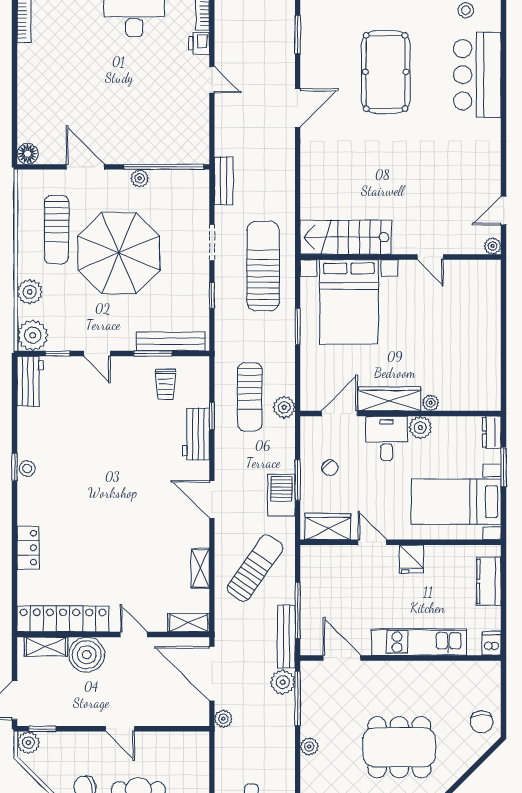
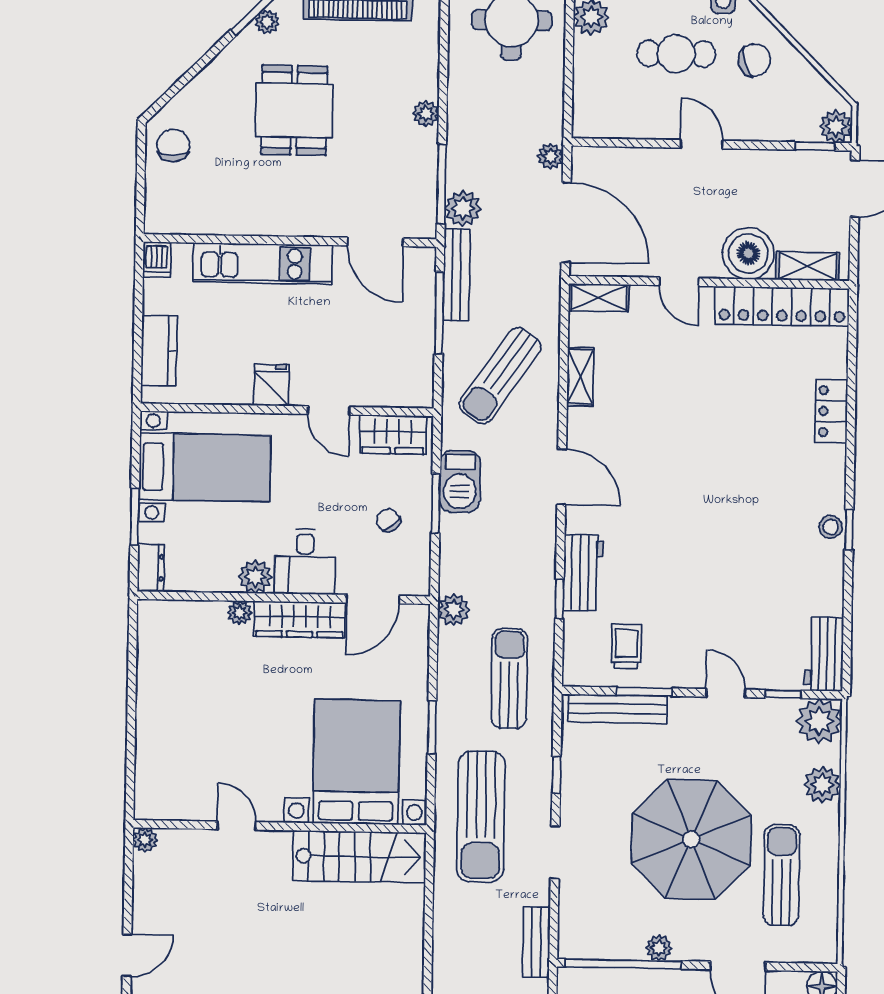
door: (504, 211) -> (127, 955), moved
sun lounger: (250, 397) -> (509, 678), moved
dining table: (399, 747) -> (294, 110), width x0.73

